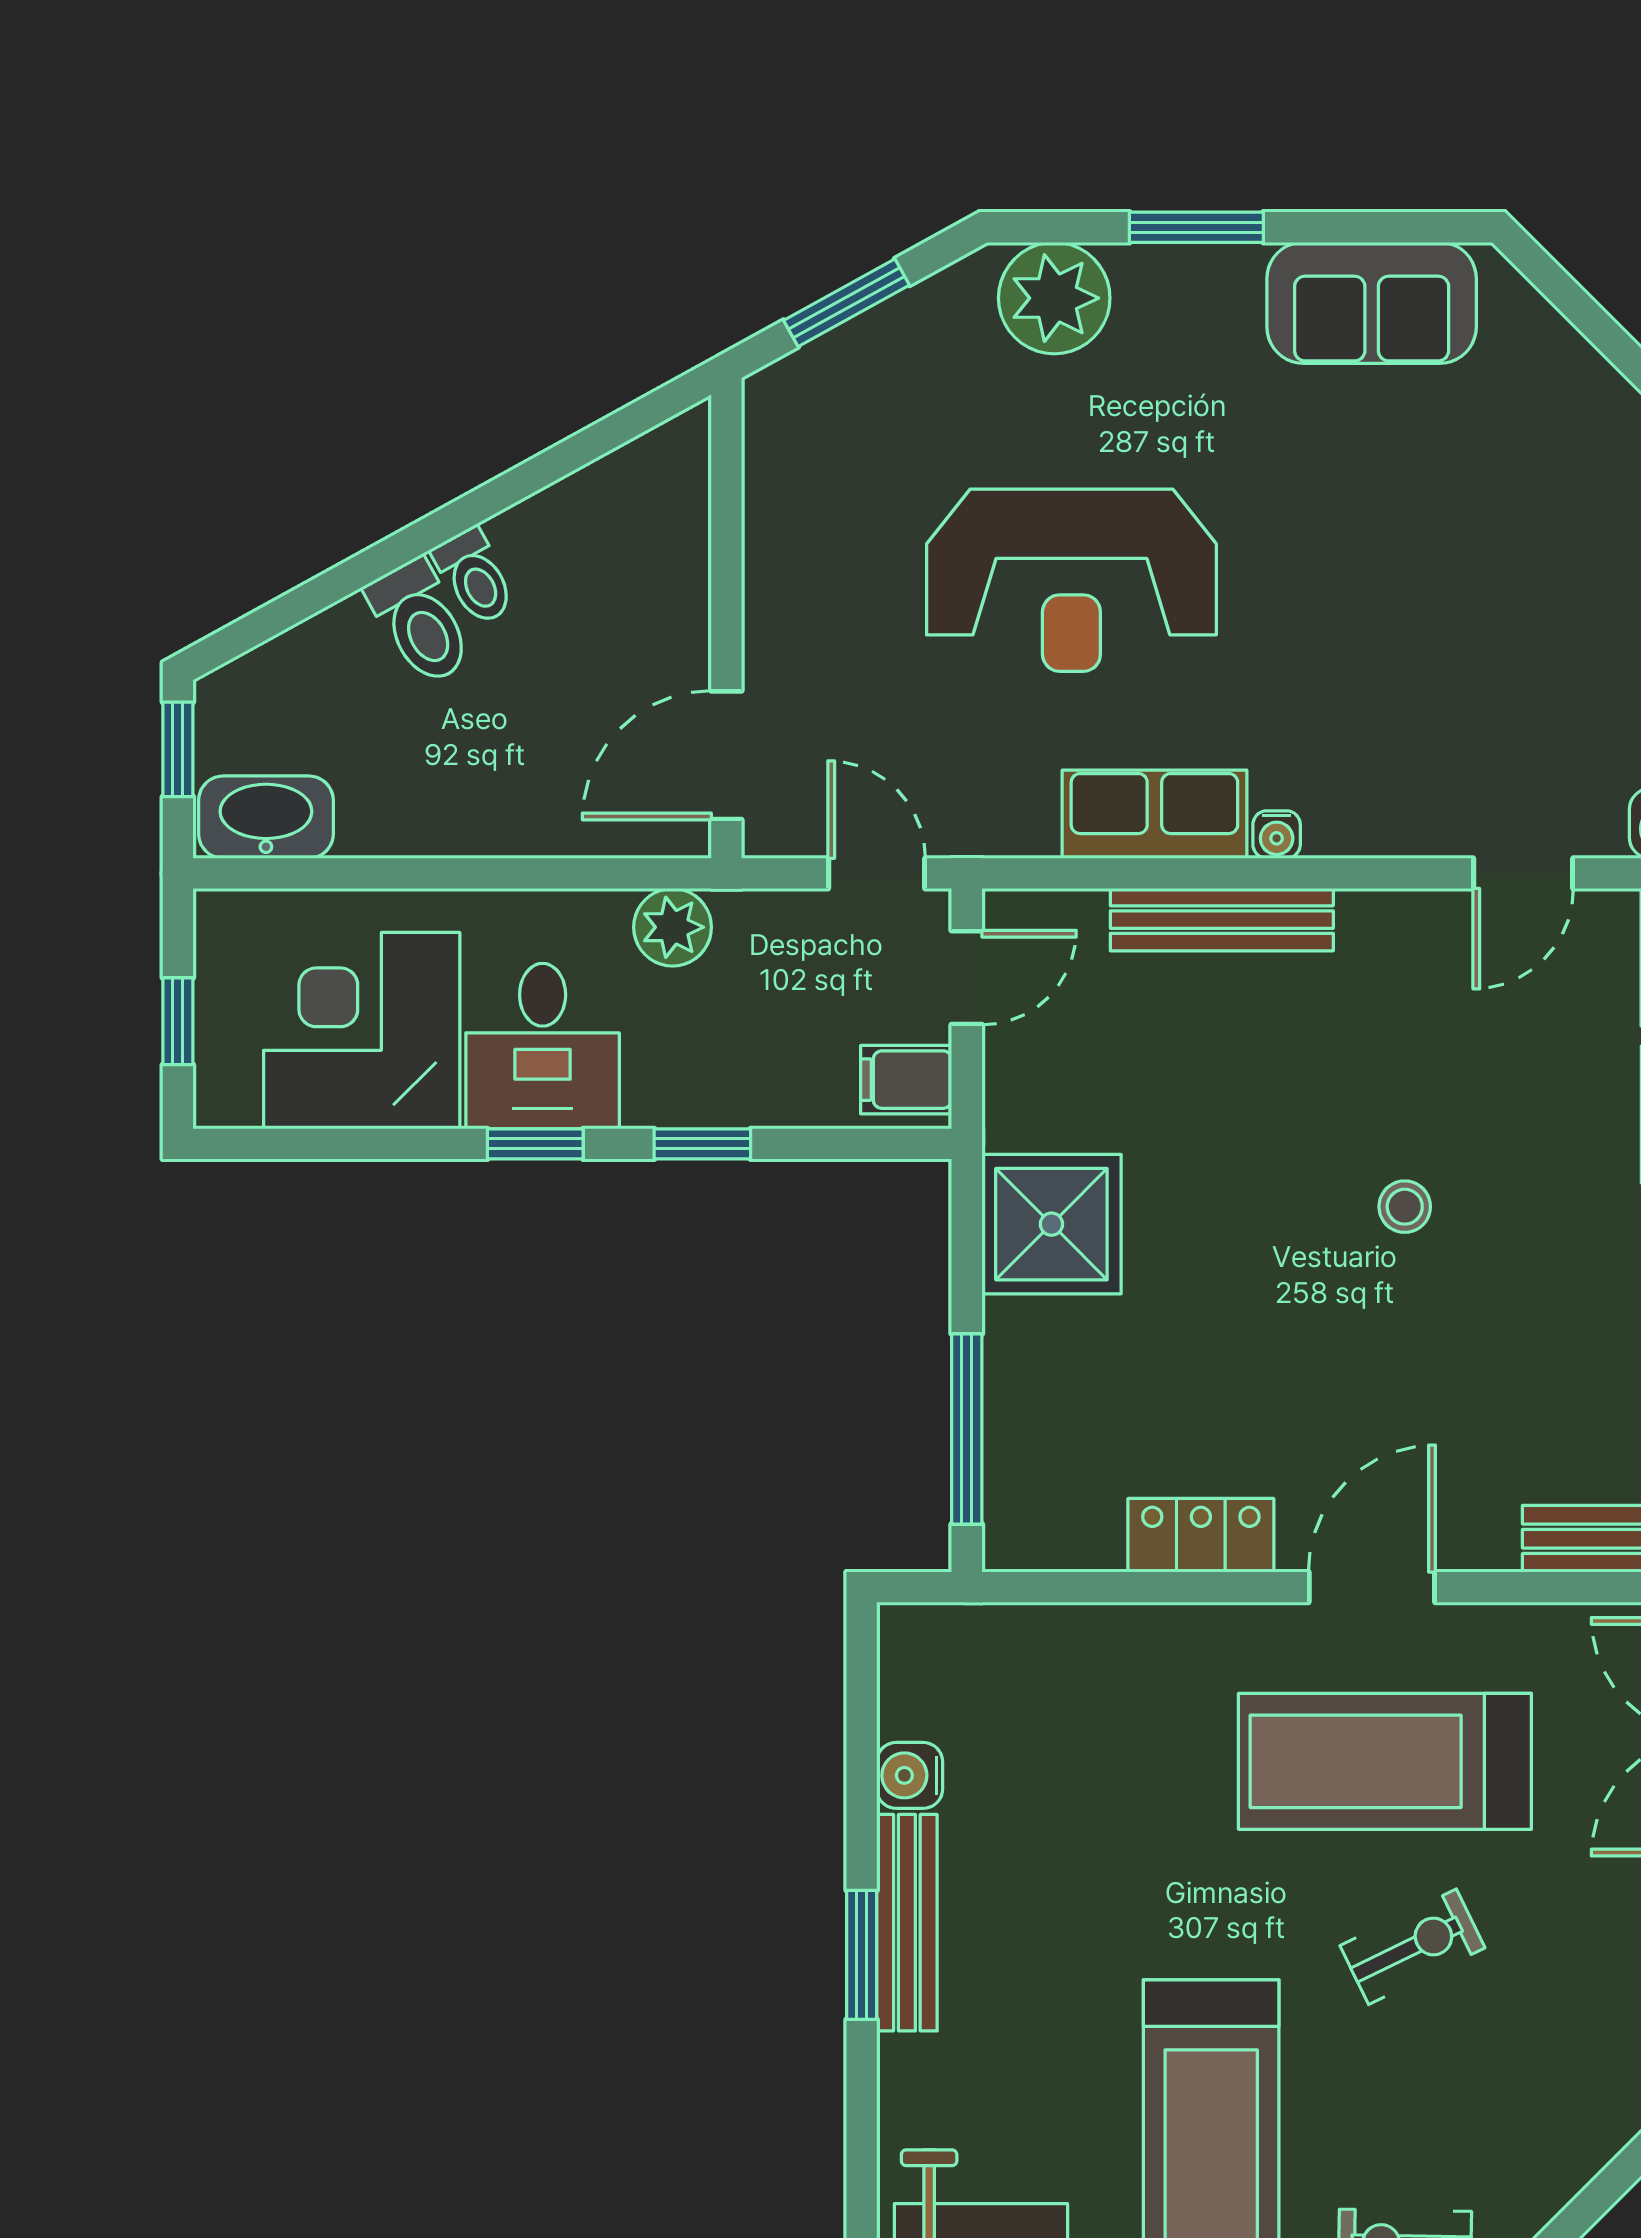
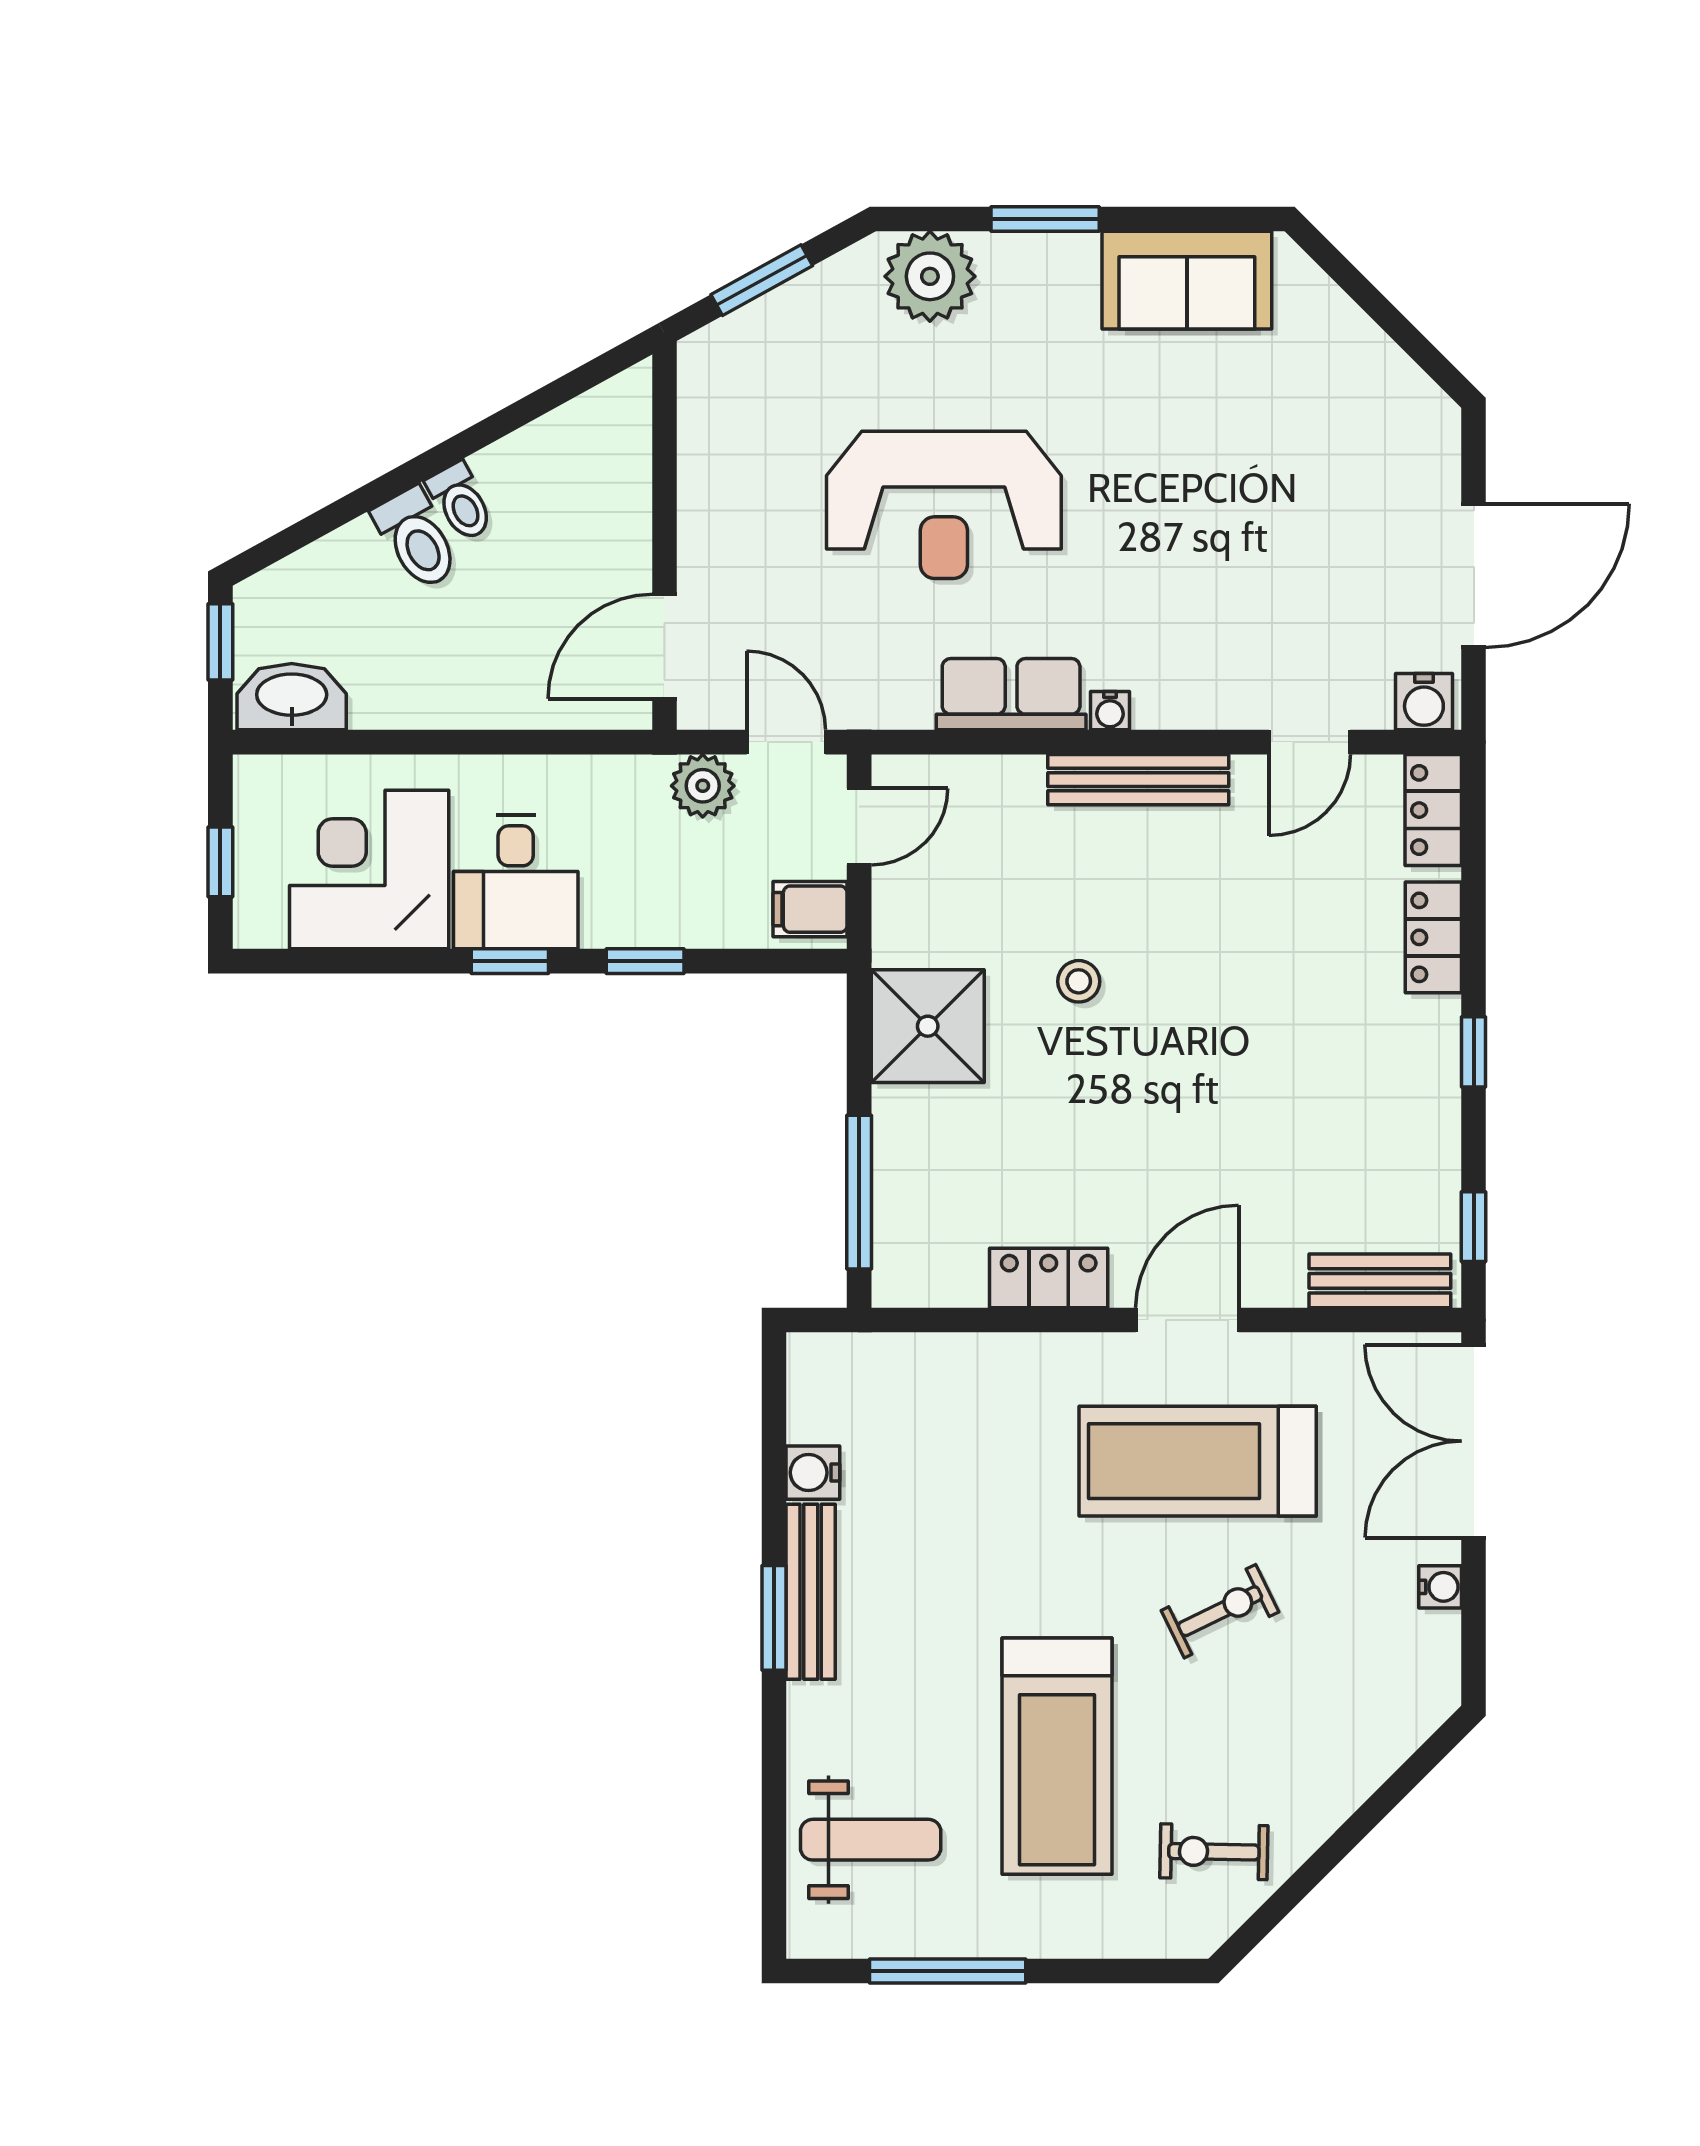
bench: (1222, 920) -> (1138, 780), moved
plant: (673, 927) -> (703, 786), moved
stool: (1405, 1207) -> (1079, 981), moved

